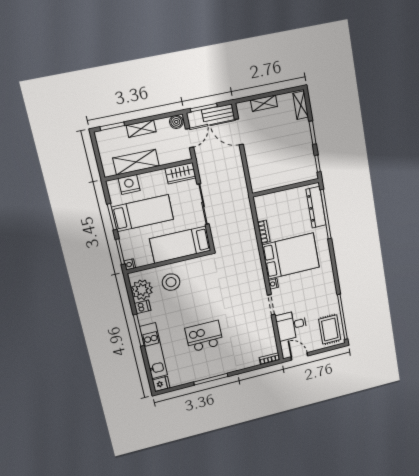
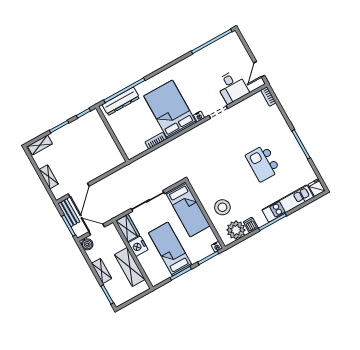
nightstand: (129, 184) -> (138, 246), moved
rug: (330, 329) -> (226, 49), removed

